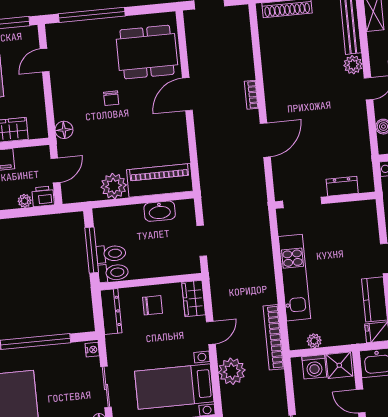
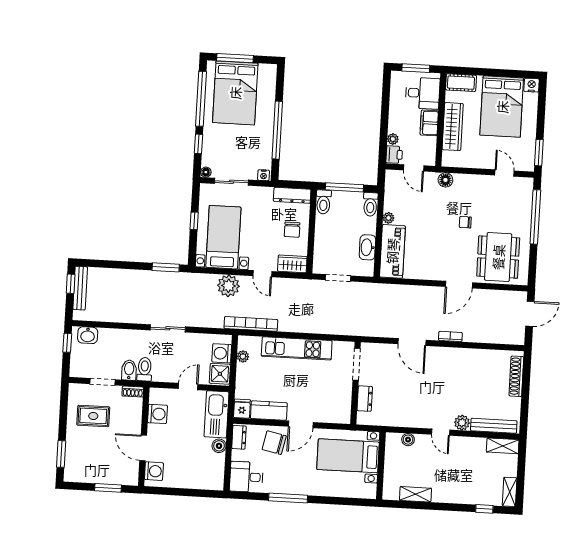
door: (187, 94) -> (459, 285), swing flipped
plant: (114, 186) -> (388, 218), width x0.53, depth x0.53
toilet: (111, 254) -> (370, 204), moved

